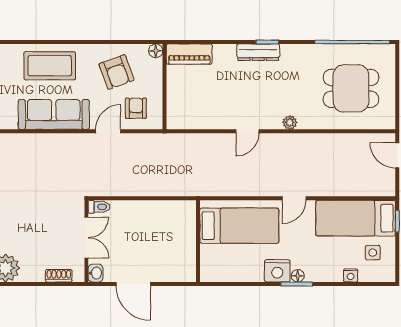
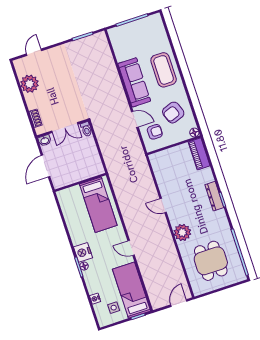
plant: (290, 122) -> (182, 232), width x1.87, depth x1.87
bed: (239, 226) -> (98, 205), moved
wall: (198, 241) -> (80, 182), moved

